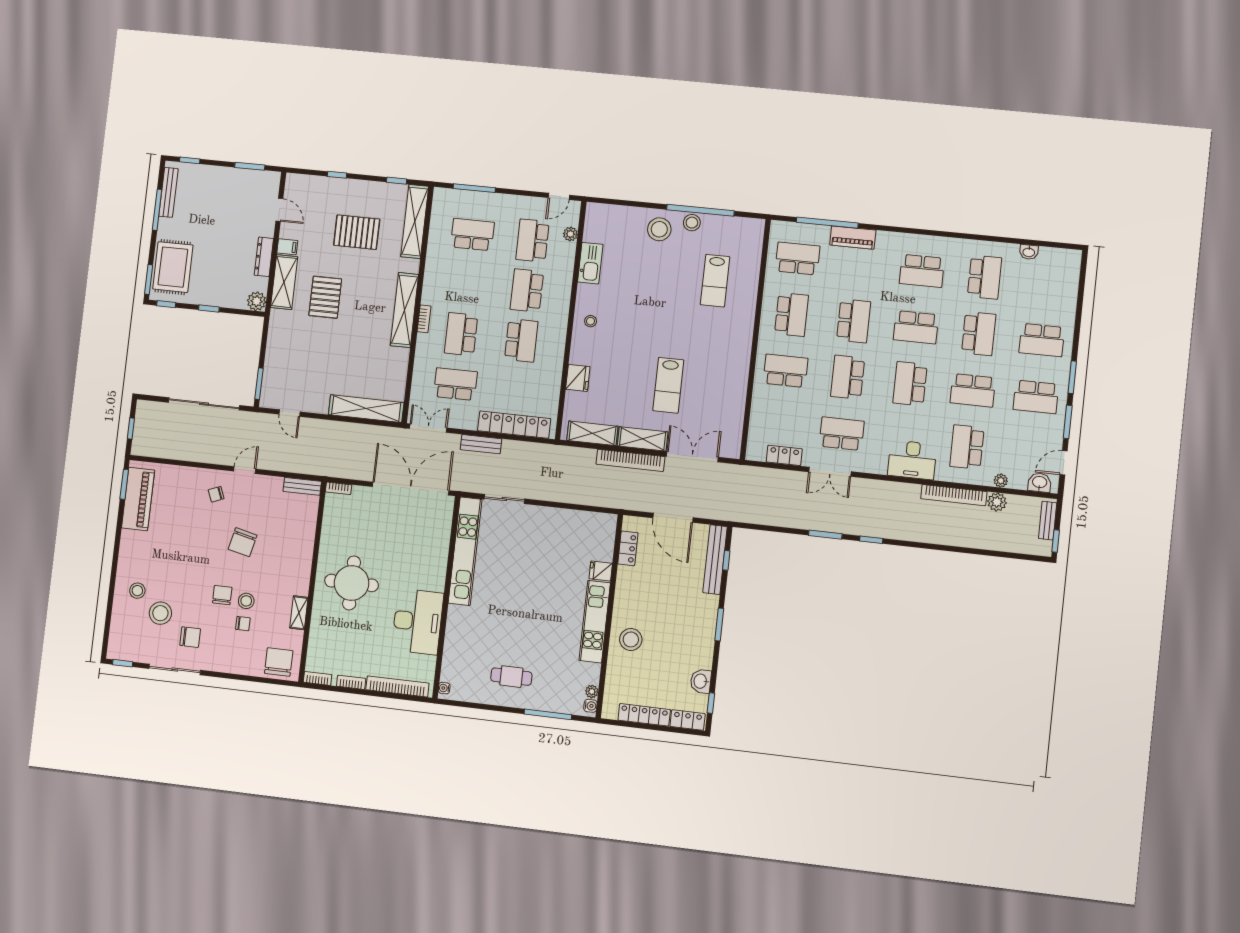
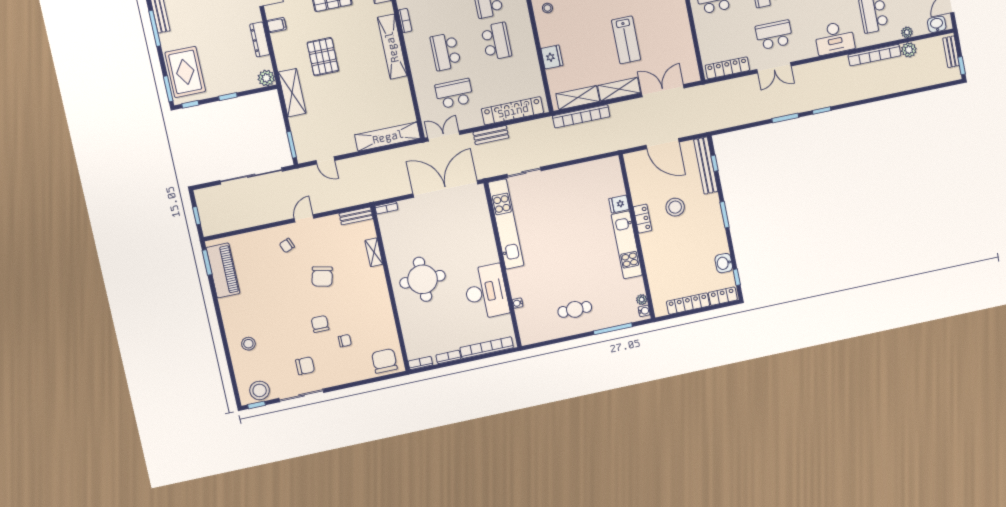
shelving: (284, 282) -> (292, 93), moved
bookcase: (424, 319) -> (405, 20), moved
locker: (784, 455) -> (727, 68), width x1.53
bookcase: (630, 460) -> (581, 116), moved
locker: (628, 548) -> (643, 219), moved
stool: (246, 601) -> (341, 322), removed
stool: (160, 613) -> (260, 390), moved
shelving: (299, 613) -> (374, 252), moved
stool: (631, 639) -> (675, 207), moved
water cooler: (444, 688) -> (518, 303), moved

